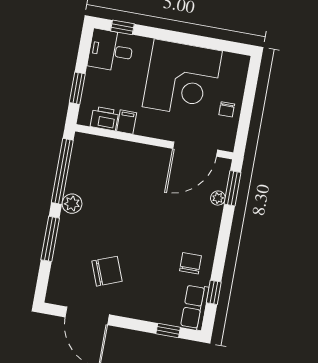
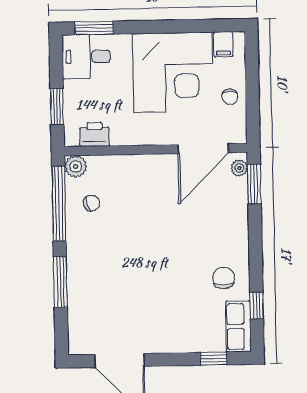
window: (122, 27) -> (94, 28), width x1.50
filing cabinet: (127, 122) -> (223, 44), moved, turned 180
plant: (218, 198) -> (239, 168), moved
plant: (72, 204) -> (76, 166), moved
chair: (107, 271) -> (92, 203), moved, width x0.54, depth x0.54

